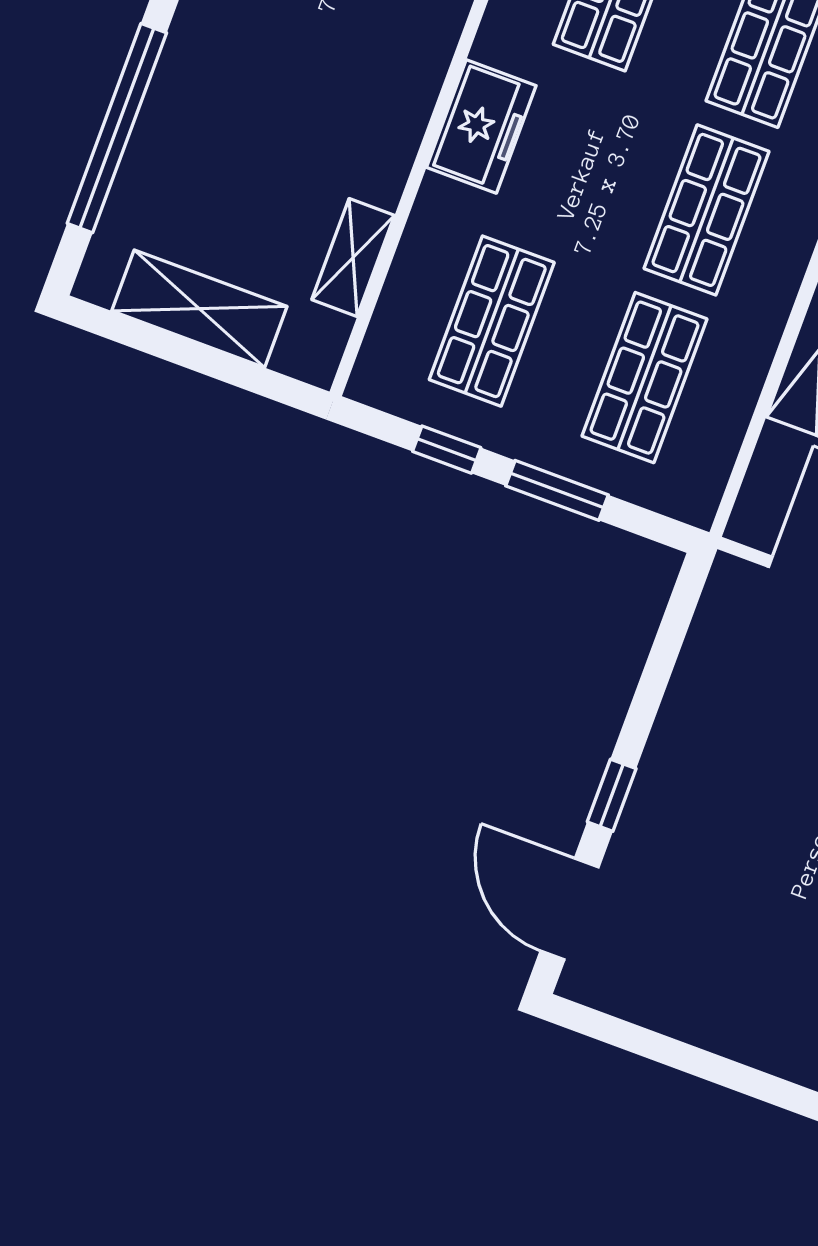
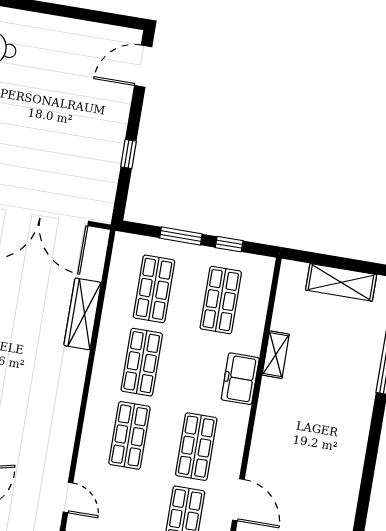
shelving: (353, 258) -> (276, 355), moved
window: (612, 795) -> (128, 154), moved
door: (570, 909) -> (143, 66), swing flipped

